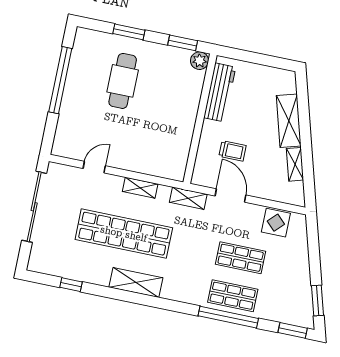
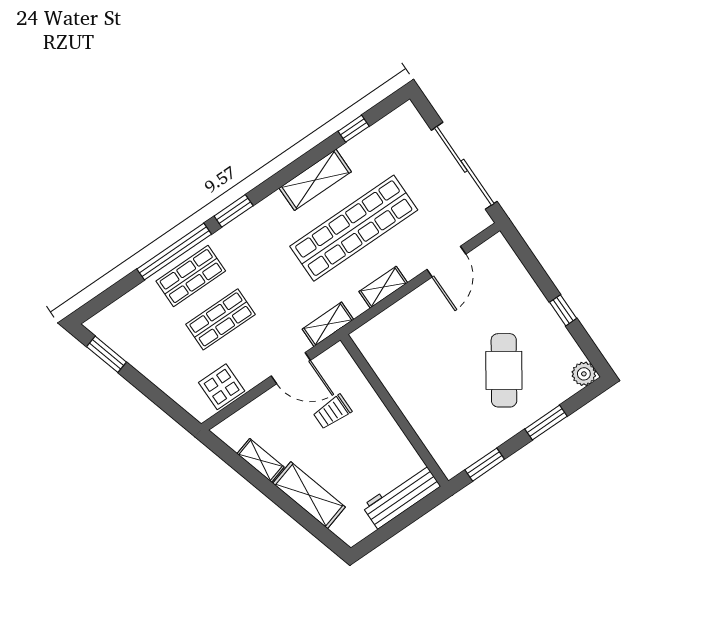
plant: (200, 61) -> (584, 374), moved
window: (60, 80) -> (563, 310), width x0.32
cafe table: (123, 81) -> (504, 370), turned 34
workbench: (220, 92) -> (401, 496), moved, turned 90
door: (94, 167) -> (446, 262), width x1.38
shelving: (136, 283) -> (315, 180), moved
window: (293, 330) -> (234, 211), moved

